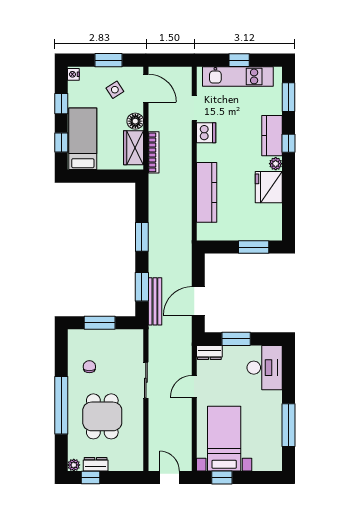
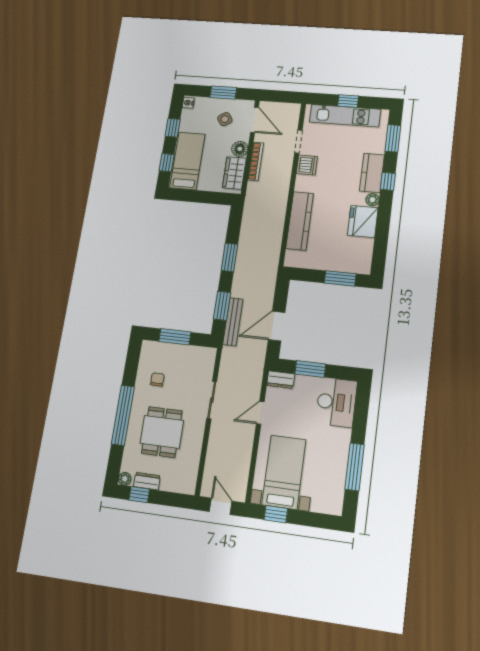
bookcase: (154, 152) -> (256, 161), moved

